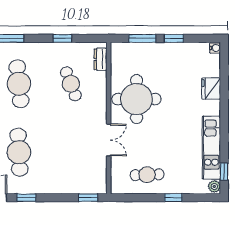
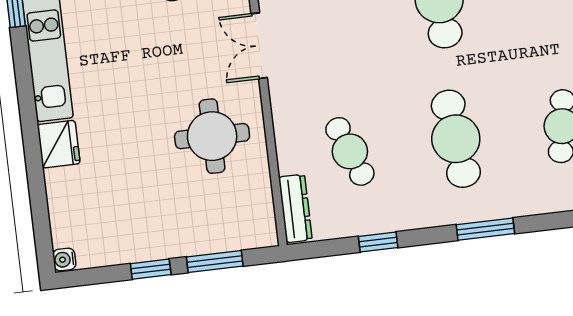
dresser: (100, 59) -> (295, 208), width x1.44
fridge: (211, 89) -> (59, 144), moved
round table: (137, 99) -> (212, 136), width x0.73, depth x0.73

